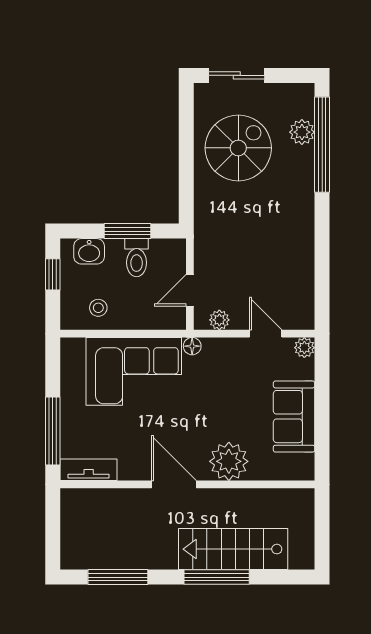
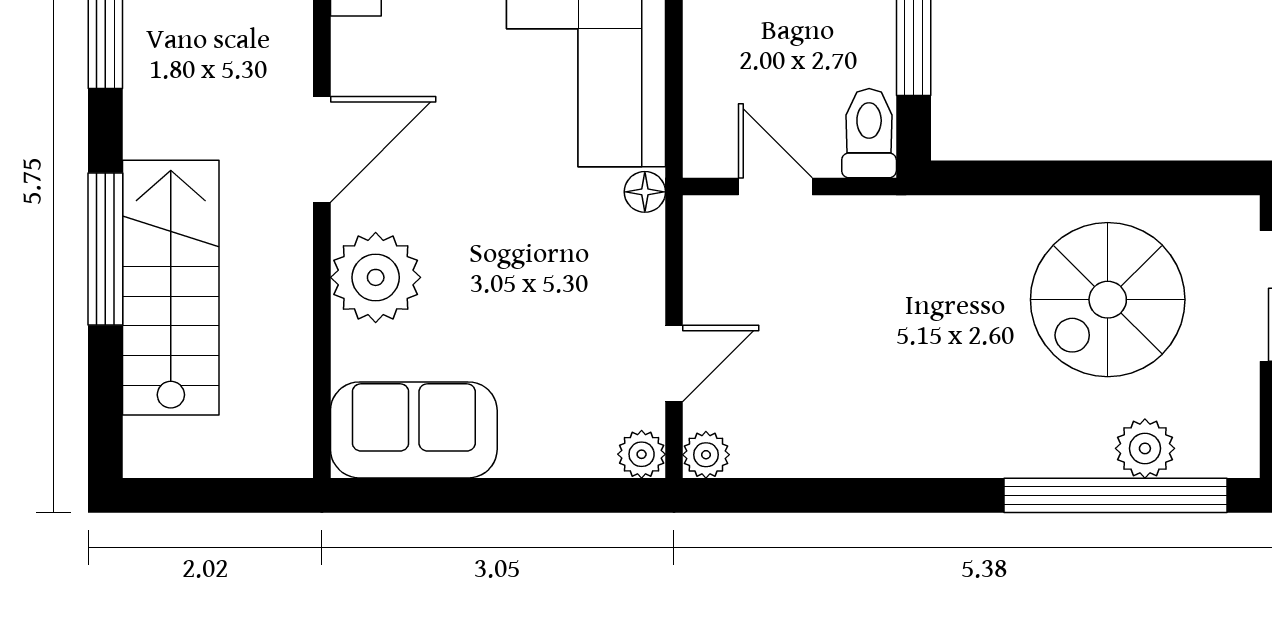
spiral stairs: (238, 148) -> (1108, 300), turned 90
toilet: (137, 258) -> (869, 133), moved, turned 90
plant: (219, 320) -> (706, 455), moved
sofa: (294, 417) -> (414, 430), moved

